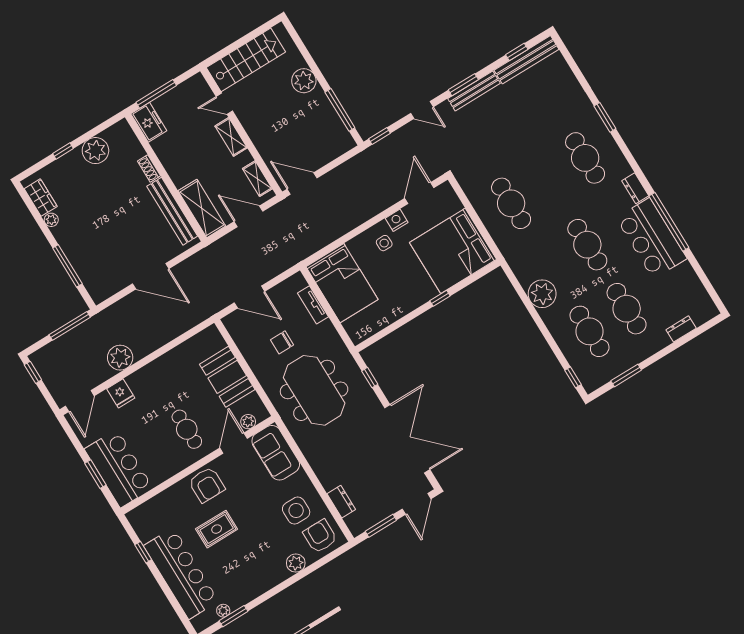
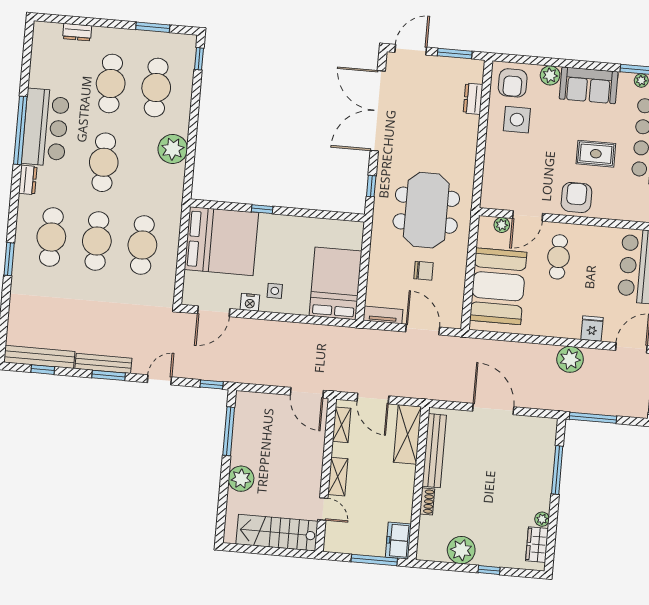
door: (422, 110) -> (159, 380), hinge flipped
cafe table: (548, 181) -> (97, 241), added
tv unit: (313, 305) -> (383, 315), moved, turned -90
booth: (227, 377) -> (498, 286), width x1.36, depth x1.42
sofa: (276, 453) -> (589, 85), moved, turned 90

